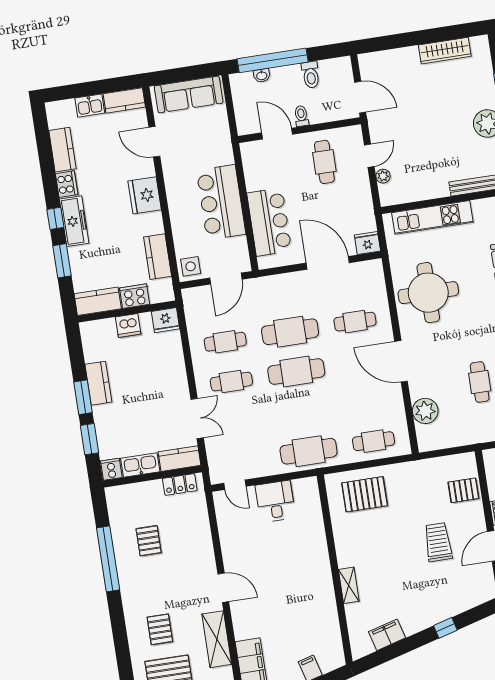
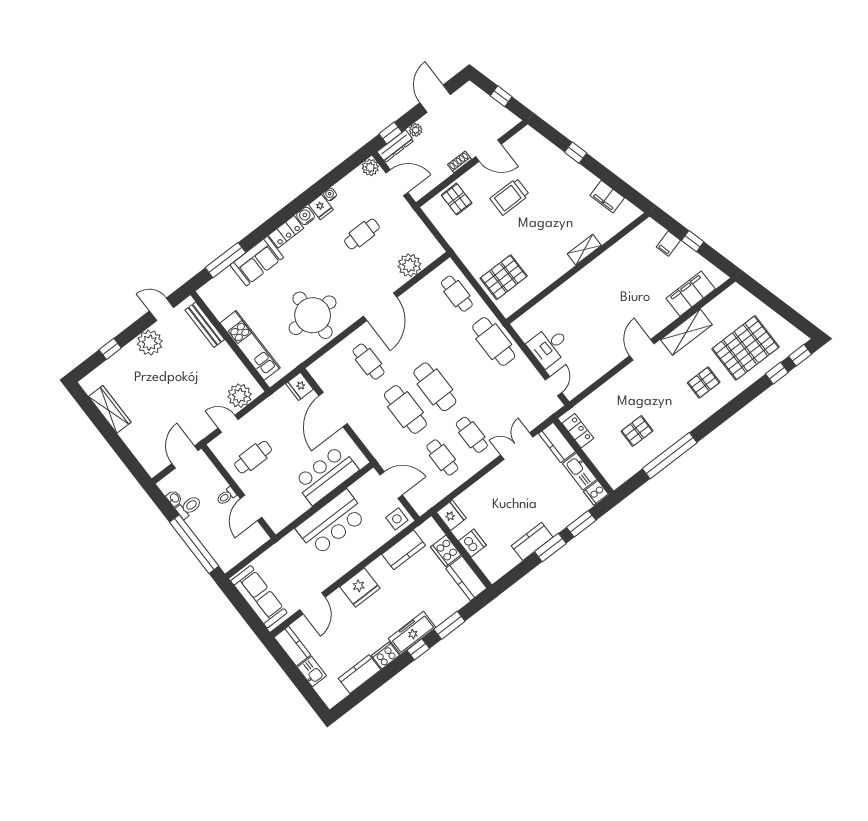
washbasin: (262, 75) -> (174, 498), moved
plant: (383, 176) -> (240, 396), width x1.88, depth x1.88
pallet: (365, 494) -> (504, 277), turned 90

